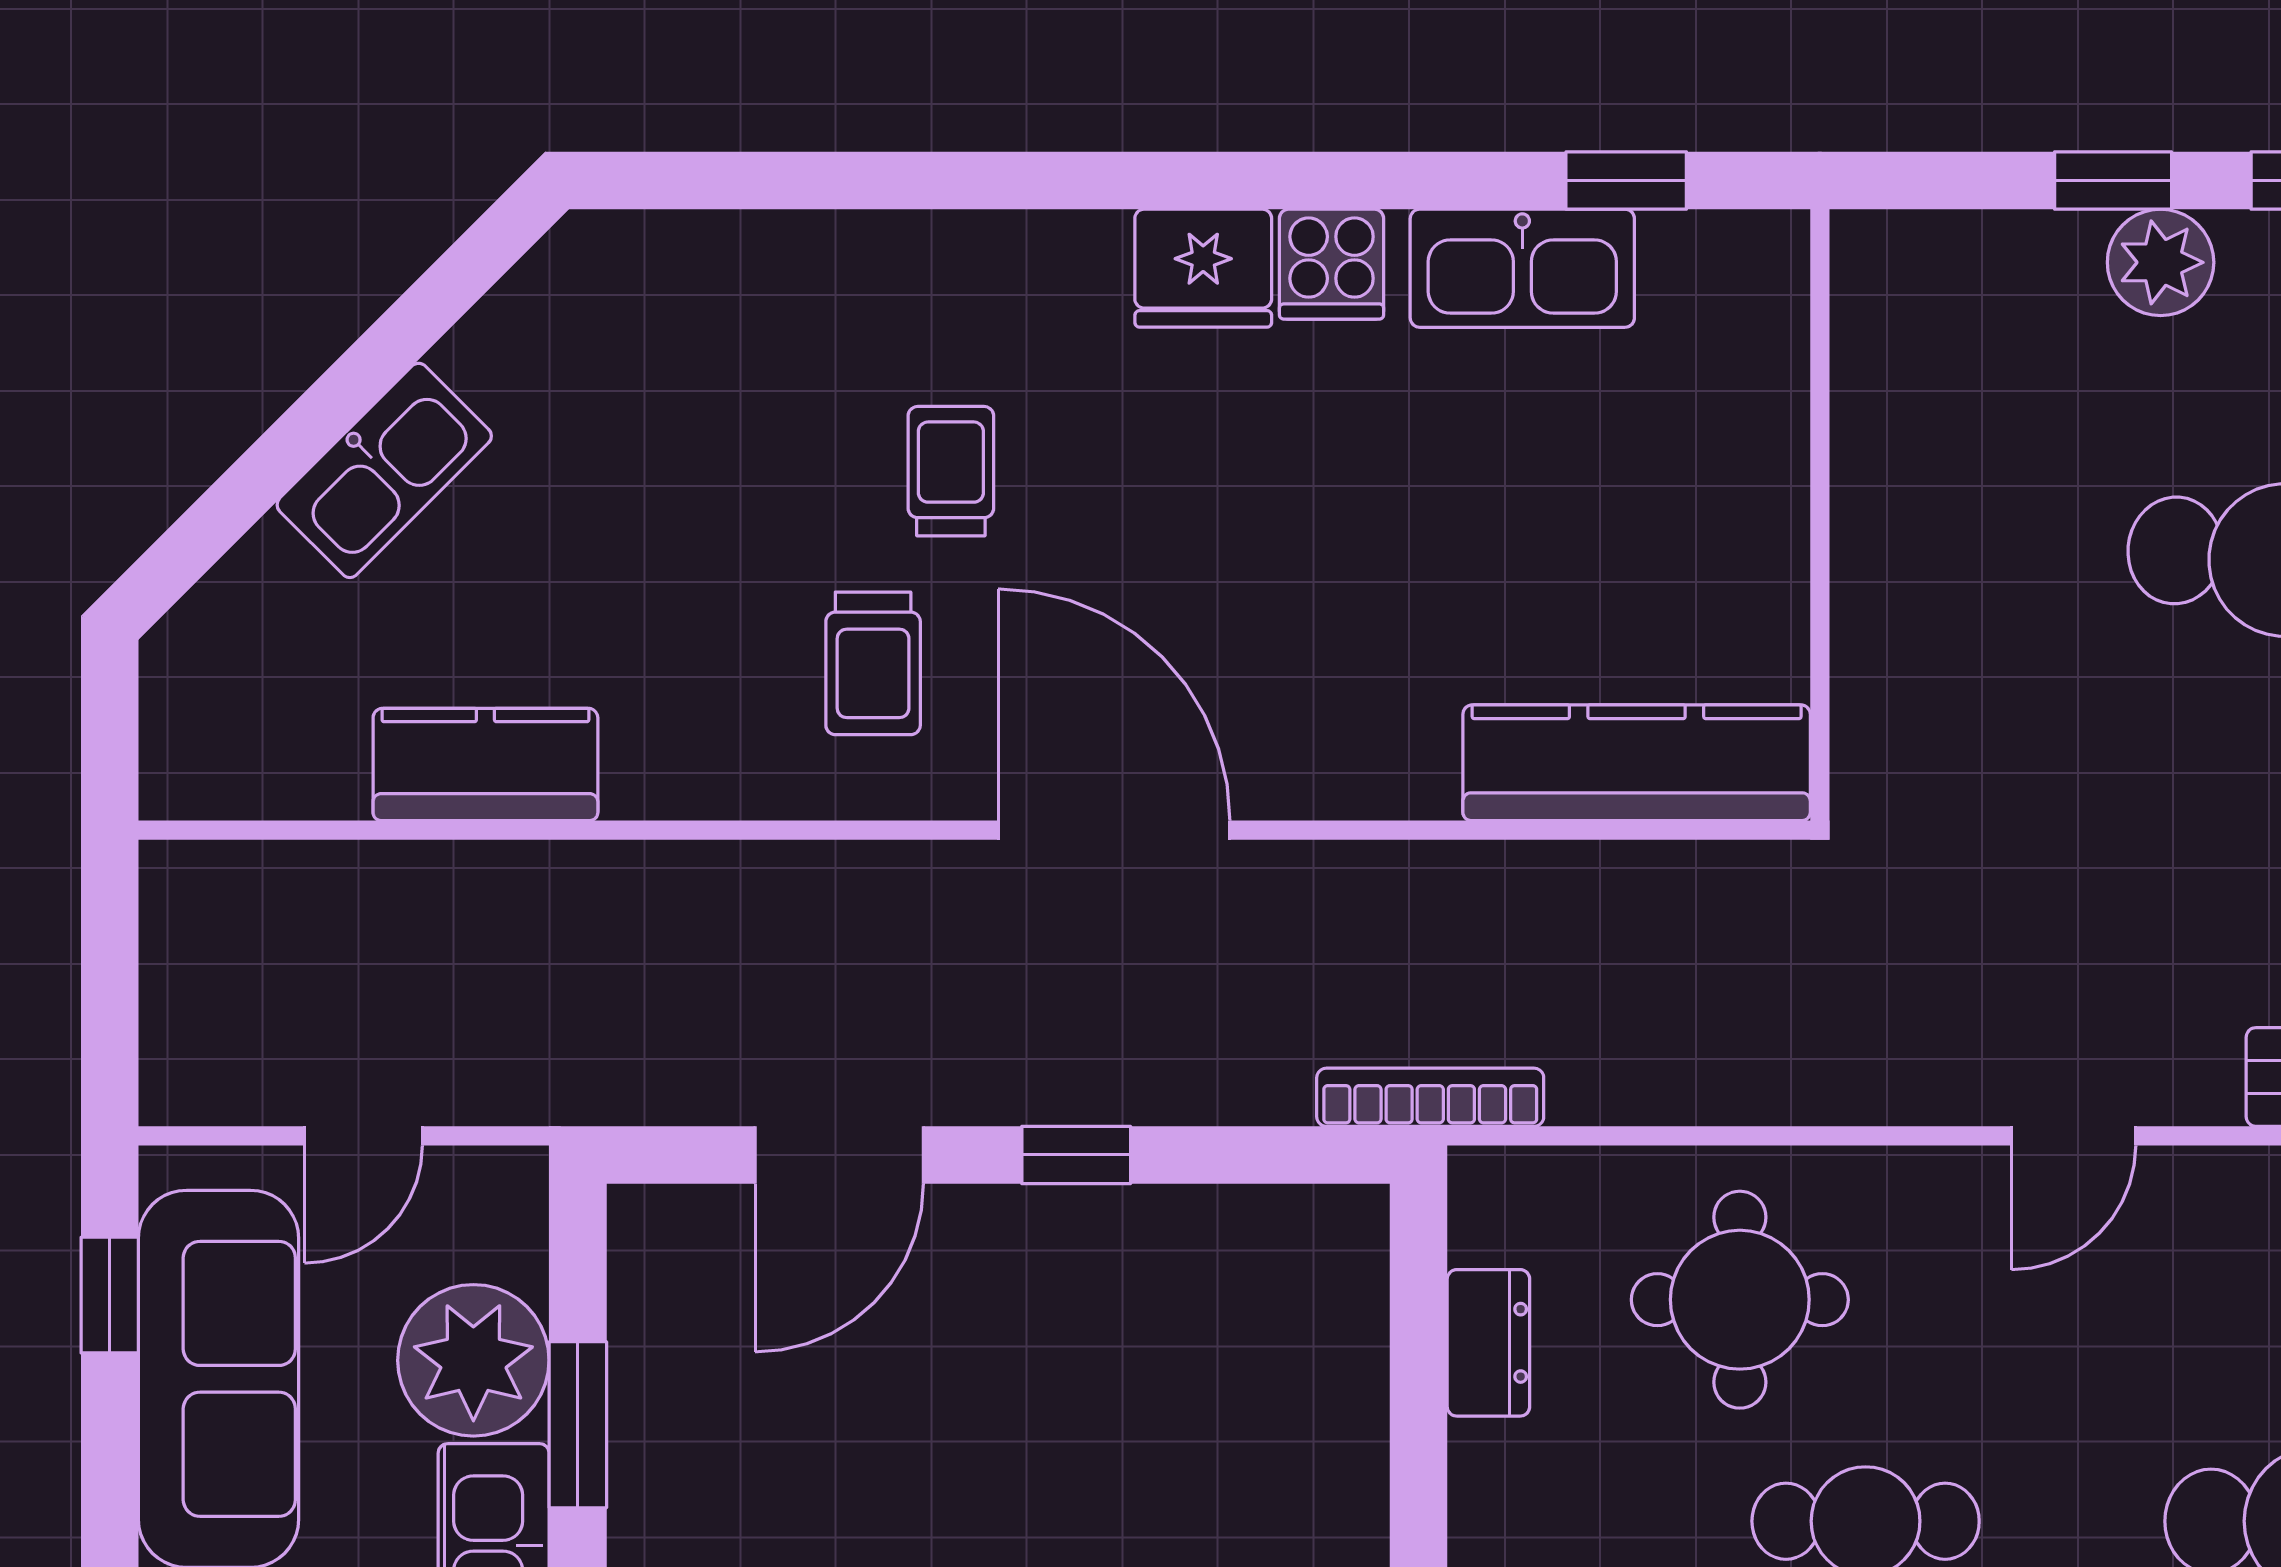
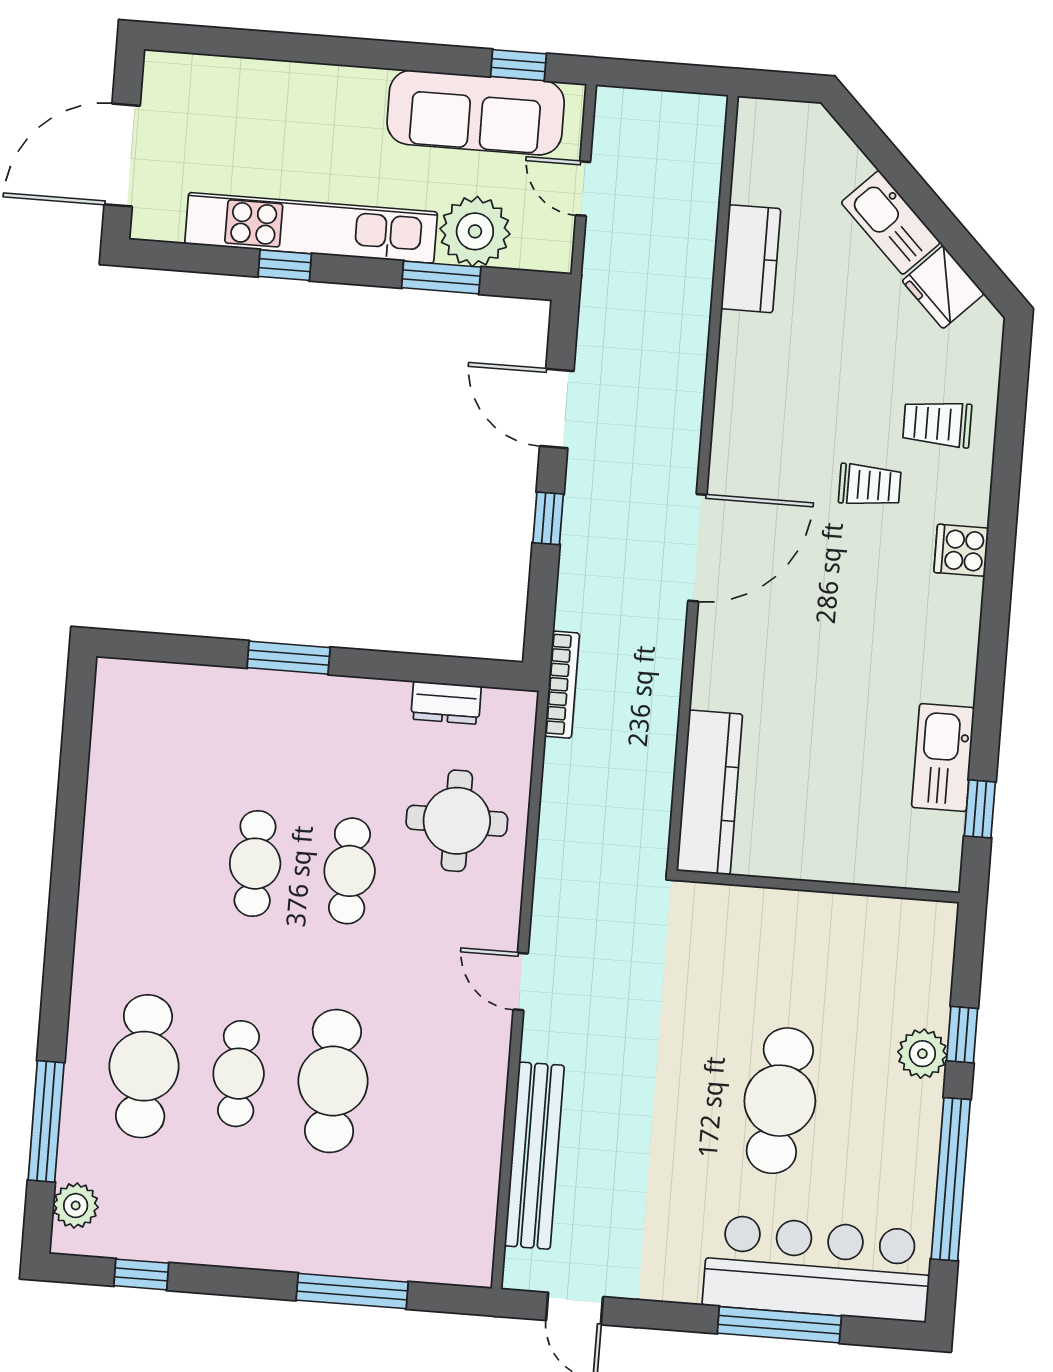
cooker: (1332, 264) -> (961, 550), moved
fridge: (1203, 268) -> (943, 287), moved, turned -45
trolley: (873, 663) -> (937, 424), moved

